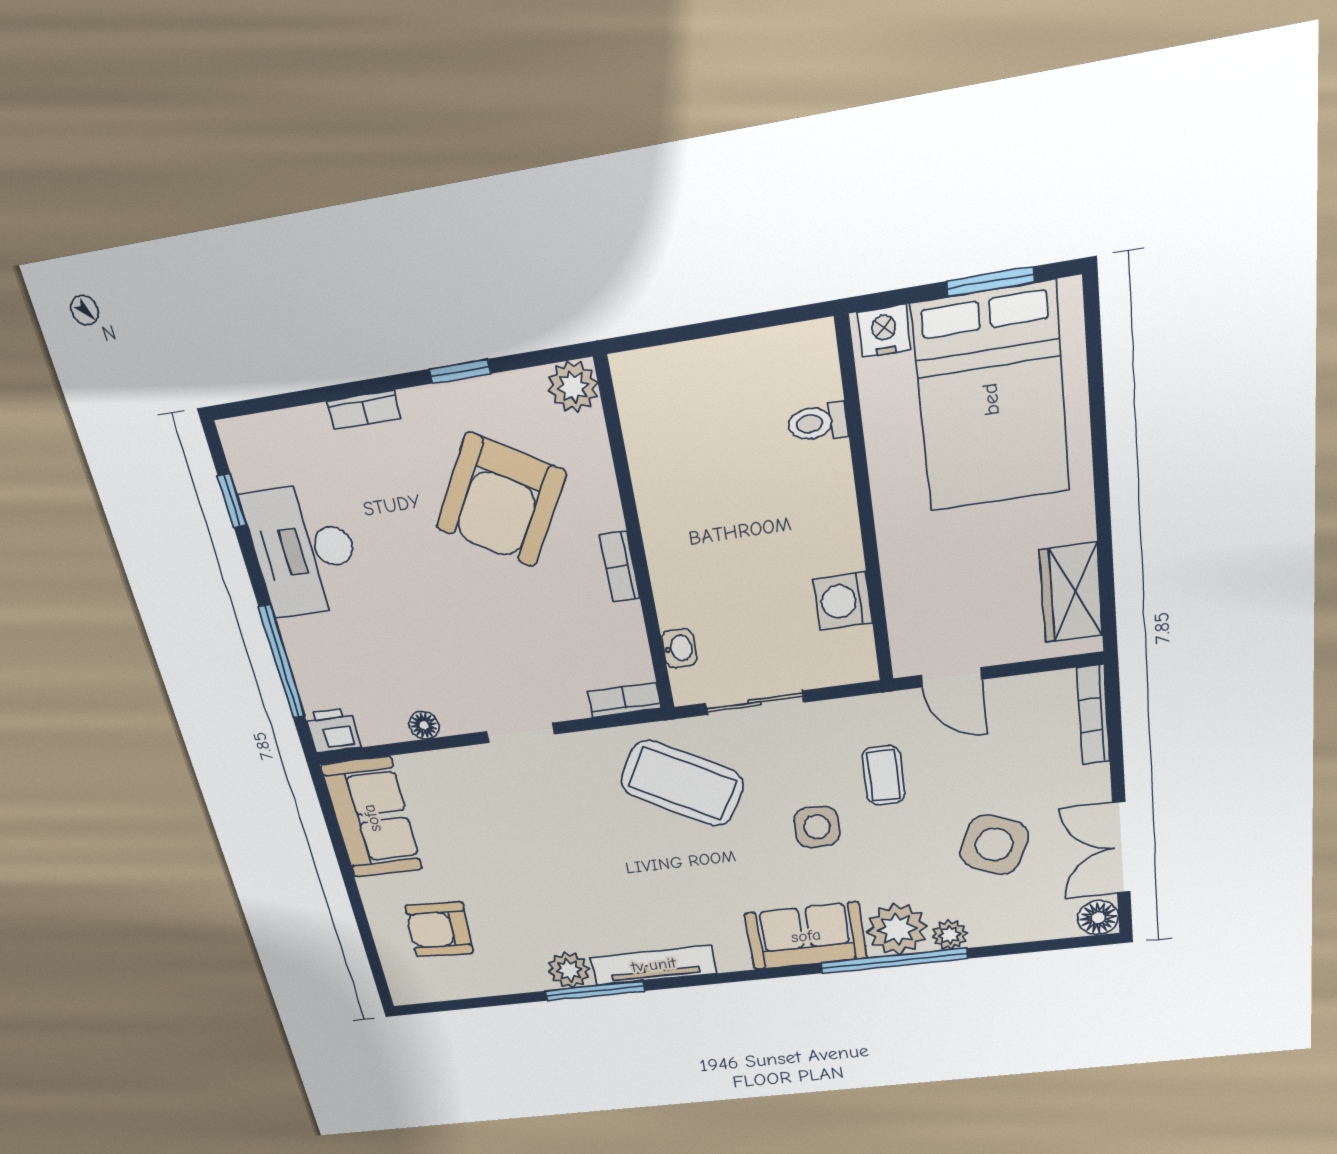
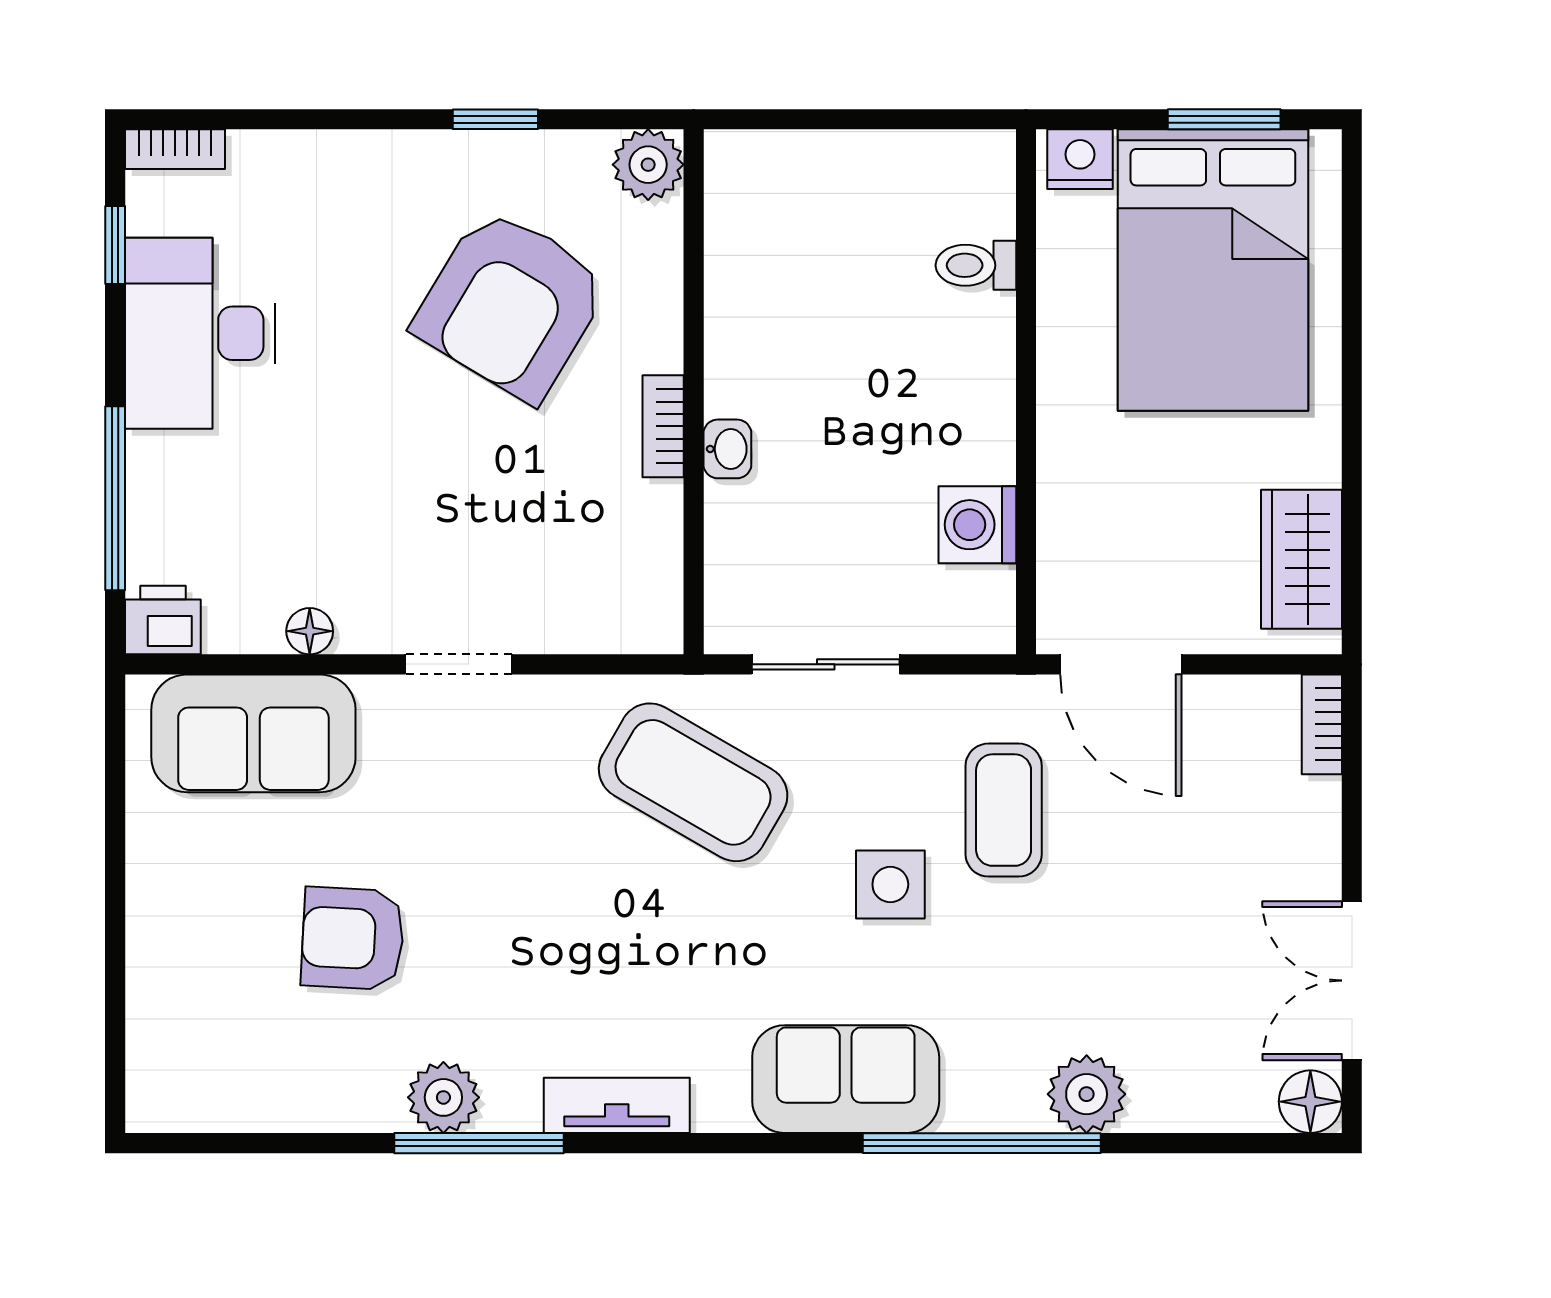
bookcase: (364, 410) -> (175, 149), moved
washbasin: (679, 648) -> (727, 449), moved
door: (951, 677) -> (1121, 664), width x1.38
bookcase: (624, 700) -> (630, 633), removed
bookcase: (1093, 715) -> (1322, 724), width x0.64
coffee table: (884, 775) -> (1004, 810), width x1.36, depth x1.30
sofa: (372, 818) -> (253, 733), moved, turned 90
side table: (994, 845) -> (1160, 951), removed
armchair: (439, 929) -> (353, 938), moved
plant: (897, 929) -> (993, 1084), removed
plant: (950, 935) -> (1087, 1094), width x1.38, depth x1.38
tv unit: (654, 965) -> (617, 1105), width x0.71

